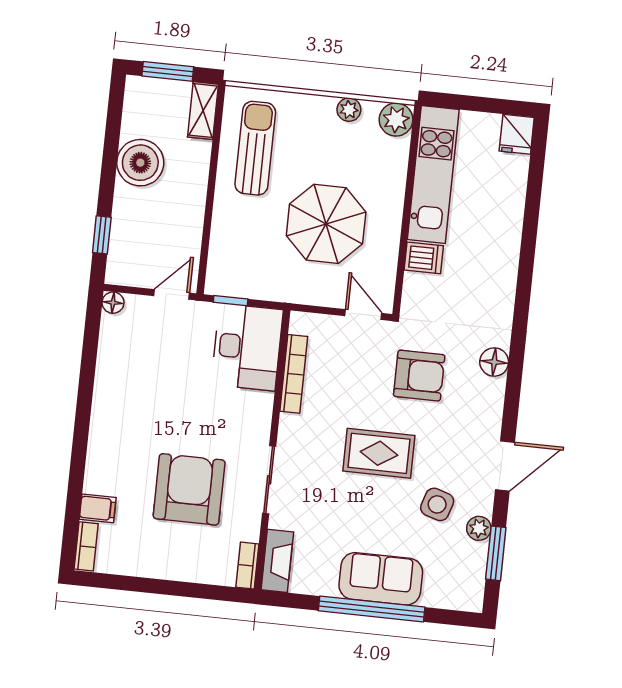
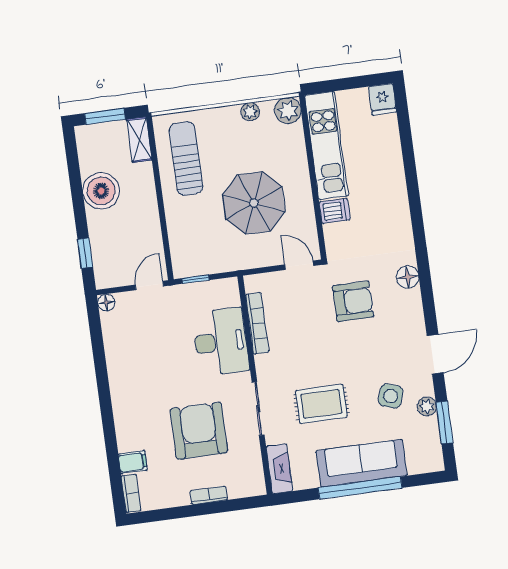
desk: (247, 347) -> (221, 342), moved
rug: (379, 453) -> (321, 404), moved
bookcase: (247, 566) -> (209, 495), moved, turned 90
sofa: (381, 579) -> (362, 463), width x1.36

